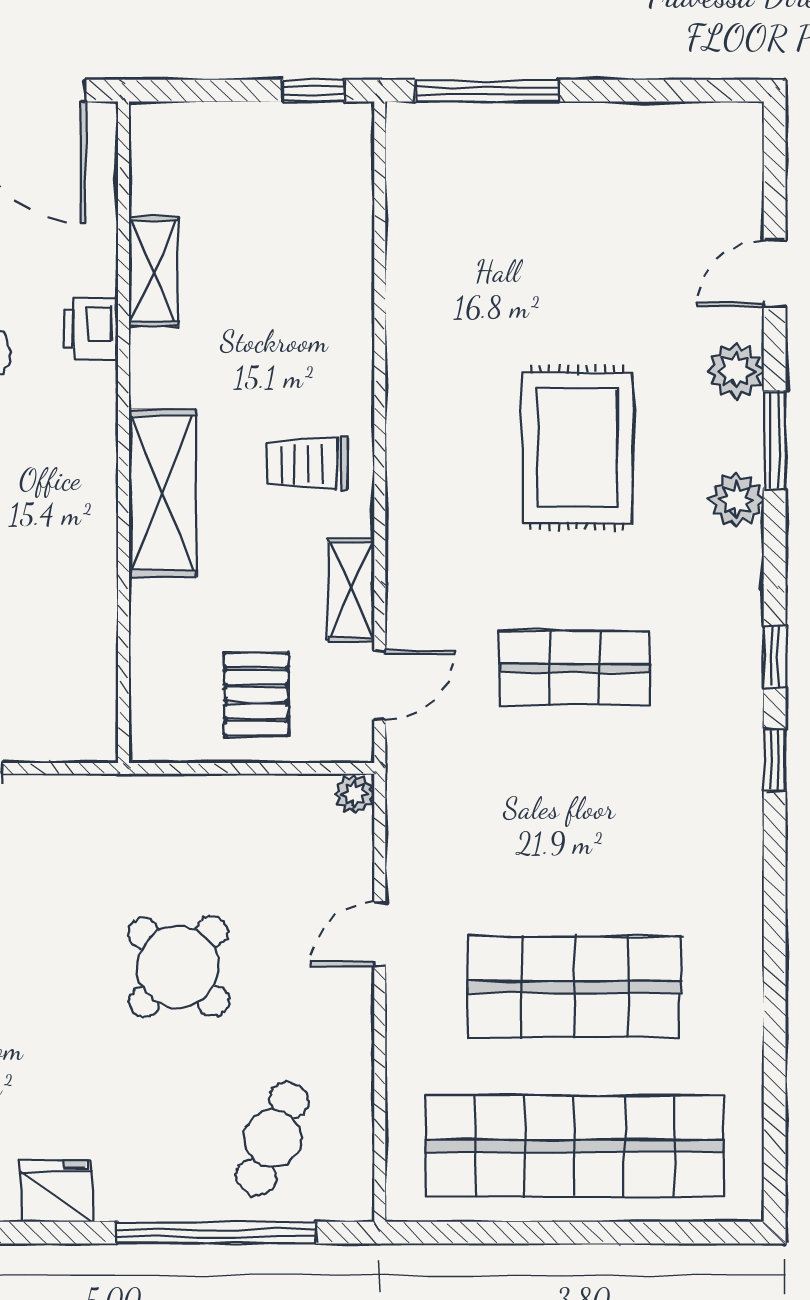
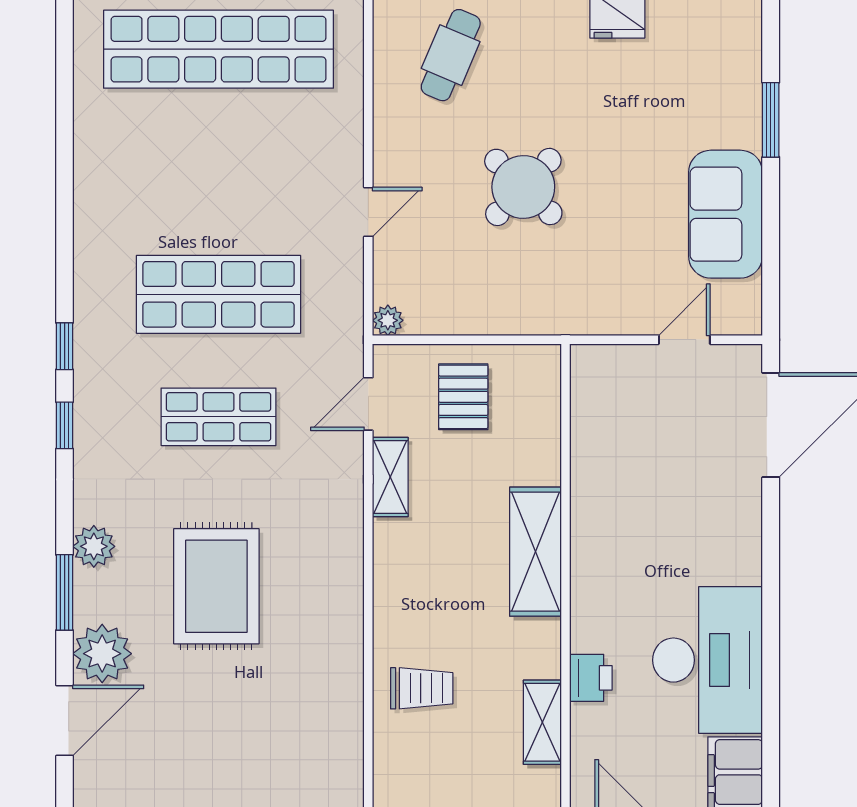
door: (775, 274) -> (65, 720), width x1.37
plant: (736, 371) -> (102, 654), width x1.36, depth x1.36
trolley: (307, 464) -> (422, 688), moved
shop shelf: (575, 987) -> (218, 294), moved

